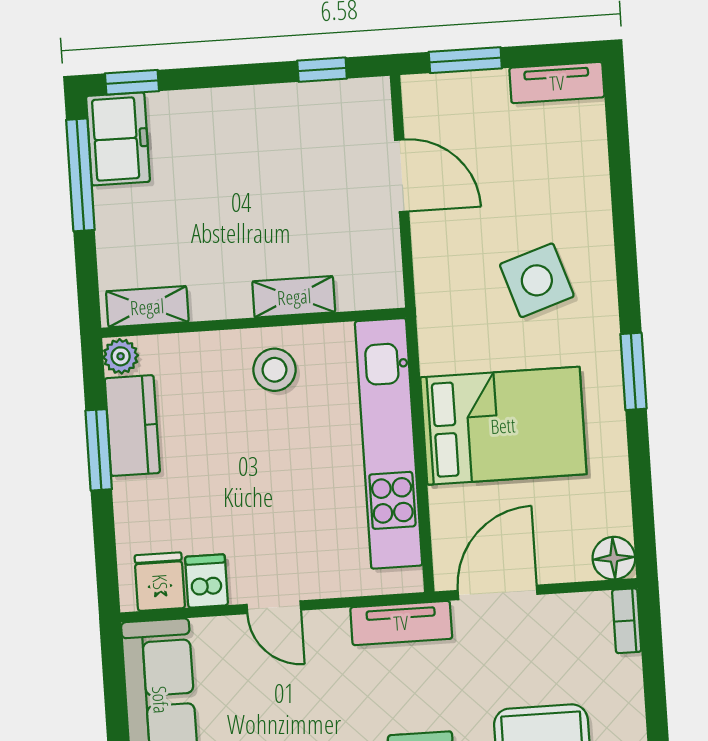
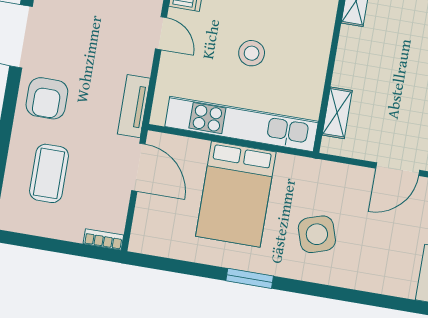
shelving: (294, 297) -> (337, 113), moved
stool: (274, 370) -> (252, 53), moved
floor lamp: (614, 558) -> (142, 241), removed
door: (274, 607) -> (161, 33), swing flipped

